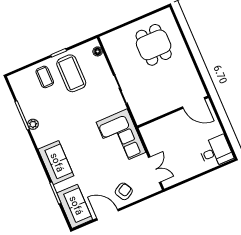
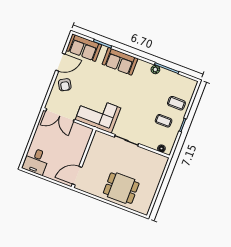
dining table: (154, 45) -> (121, 188), moved
coffee table: (71, 73) -> (164, 121), width x0.54, depth x0.58
double door: (155, 170) -> (60, 115), width x1.37

